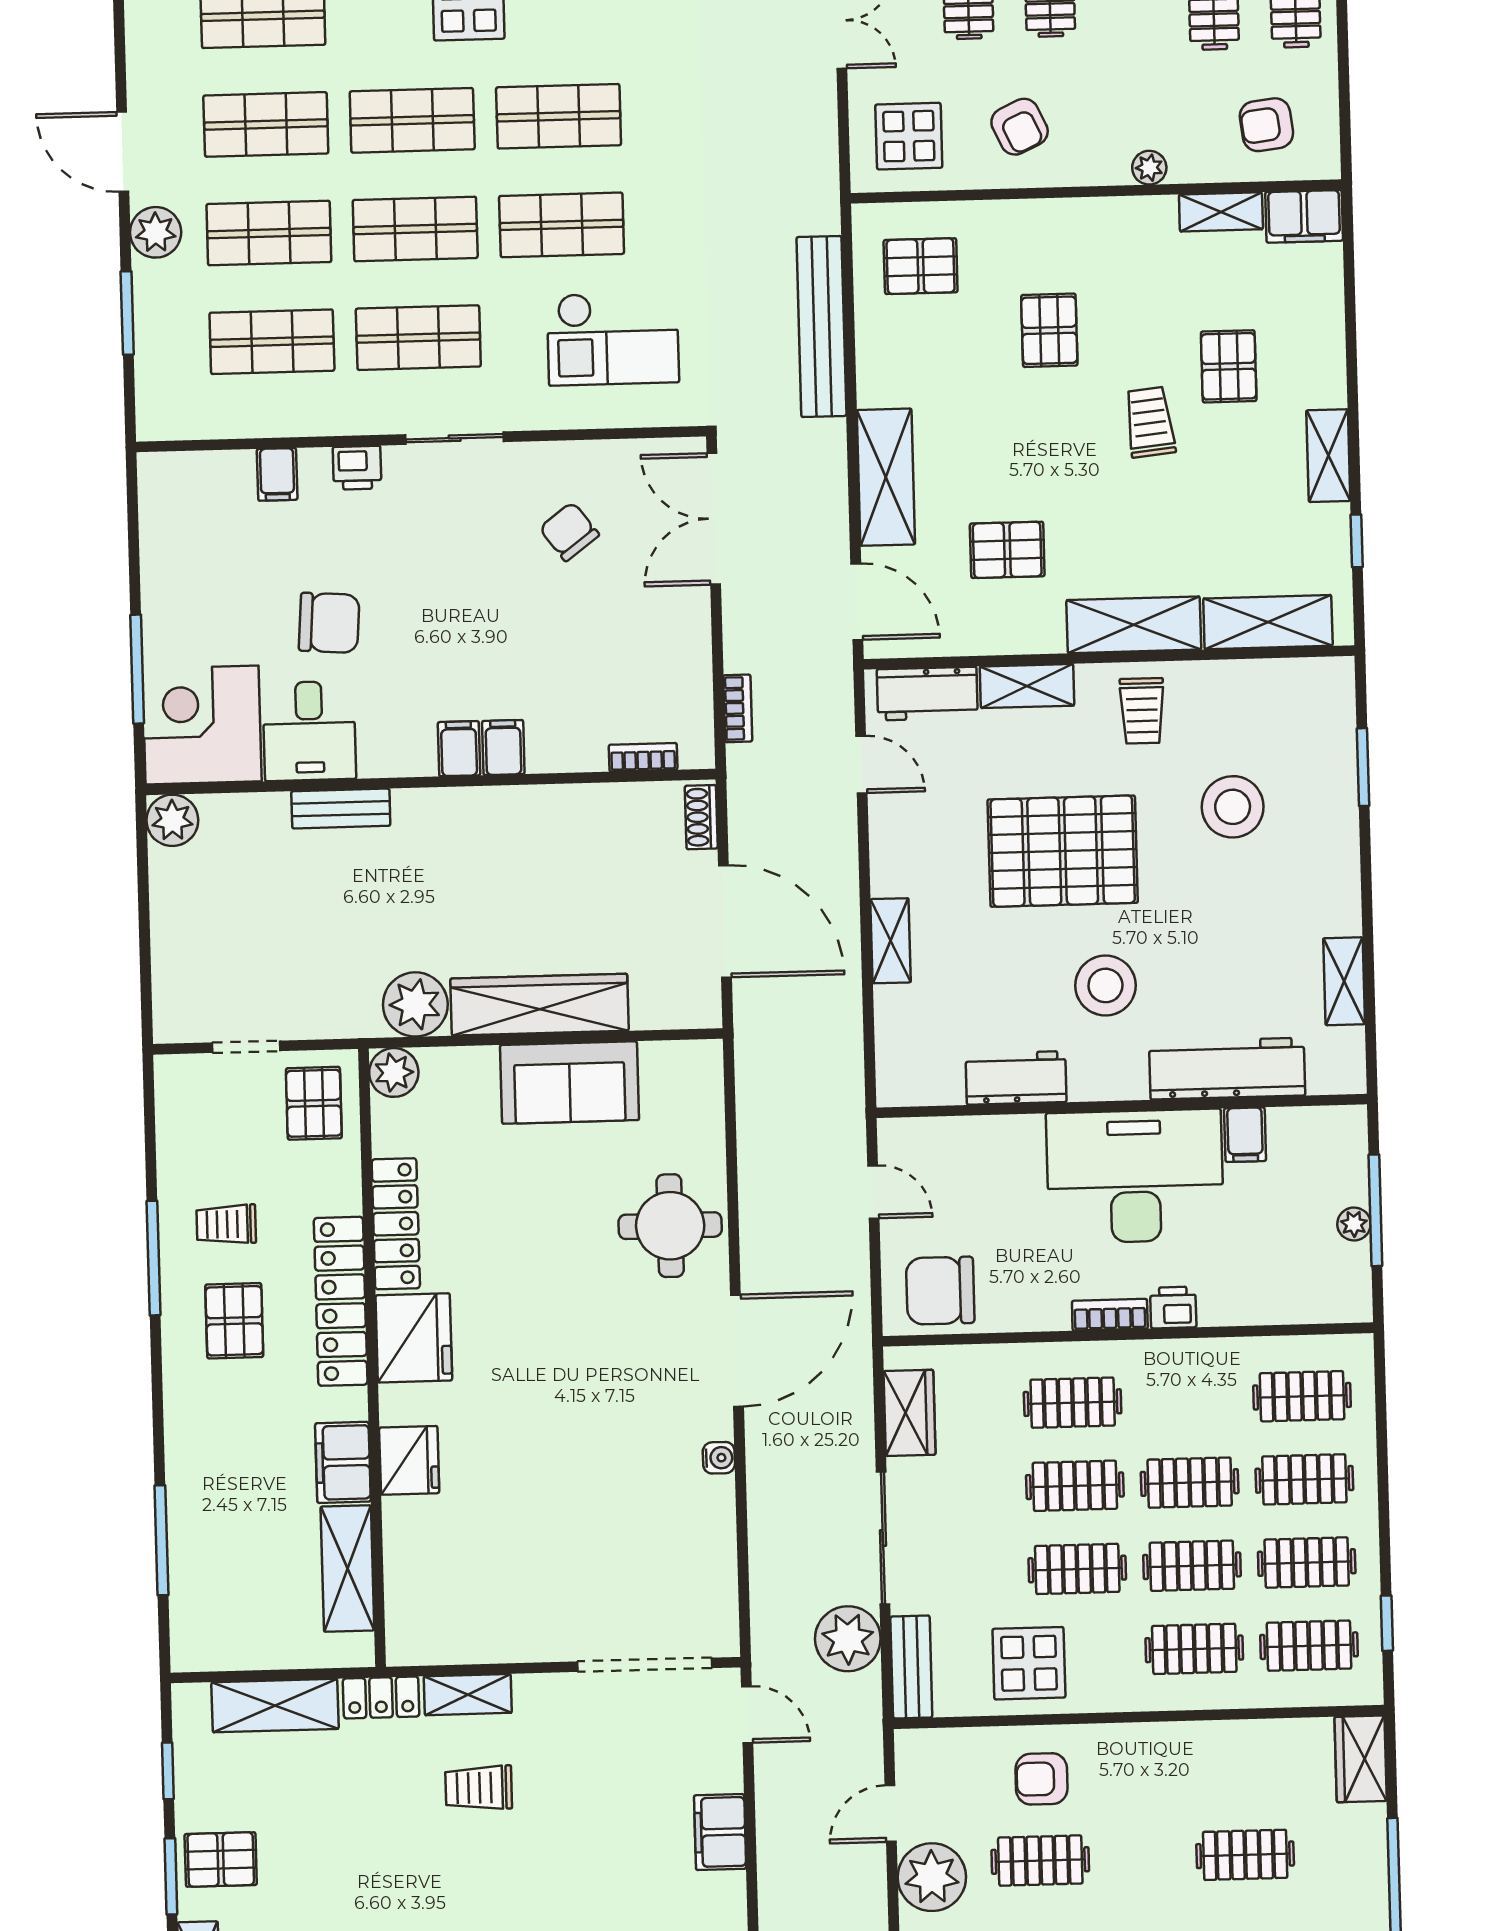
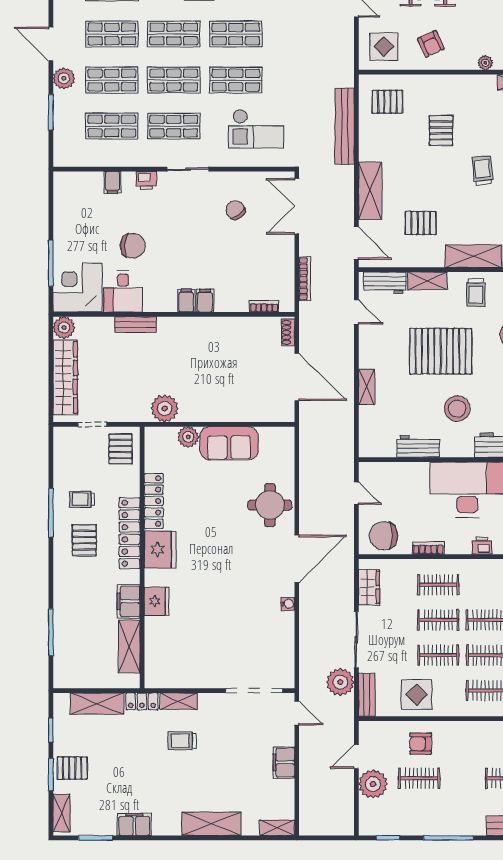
bookcase: (738, 708) -> (305, 279), width x1.56
wardrobe: (540, 1005) -> (65, 377), moved, turned 90
plant: (394, 1072) -> (188, 437), moved
bookcase: (1110, 1315) -> (428, 548), moved

